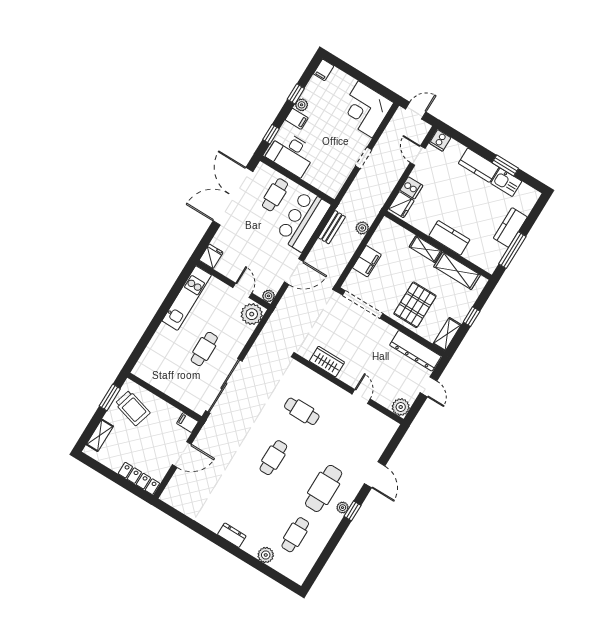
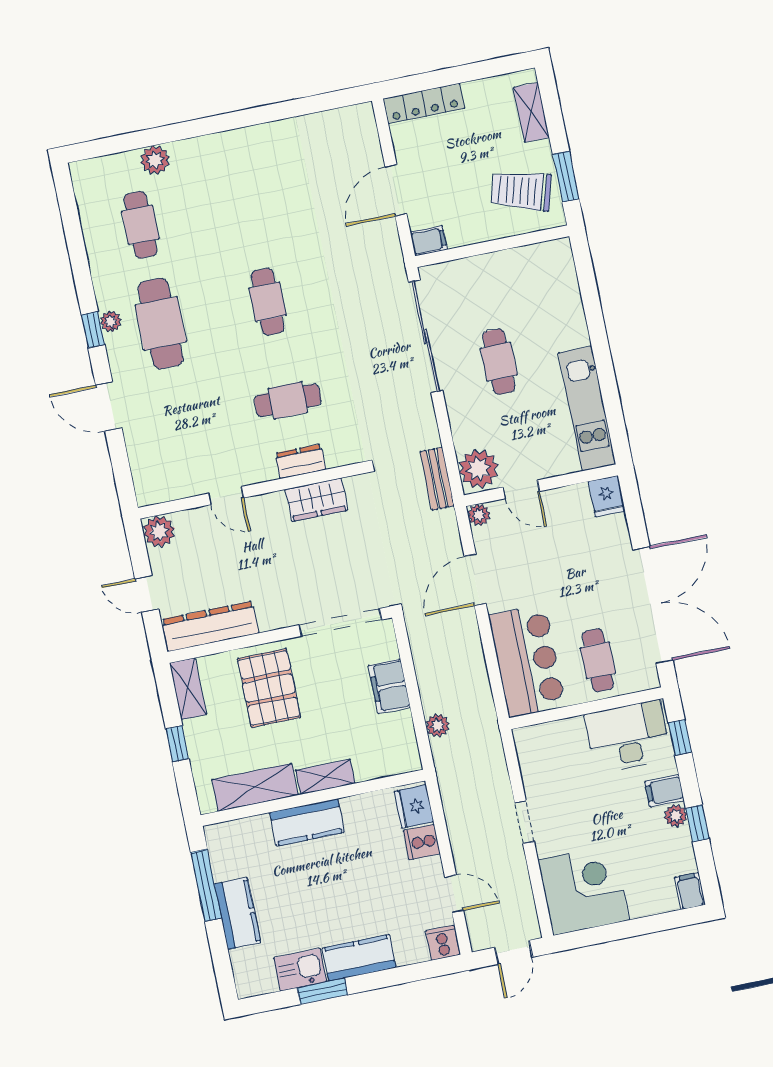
bench: (332, 227) -> (437, 479), moved
dresser: (232, 535) -> (301, 461), moved, turned 180

